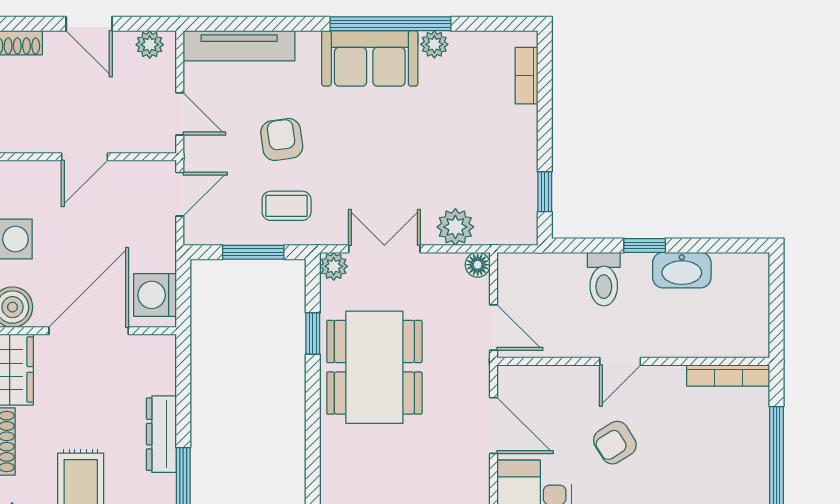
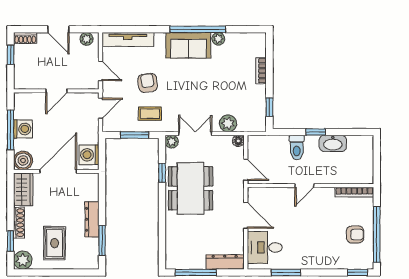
bookcase: (527, 76) -> (261, 71), moved
armchair: (615, 443) -> (355, 234), moved, turned -148

